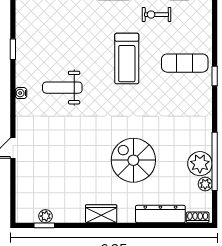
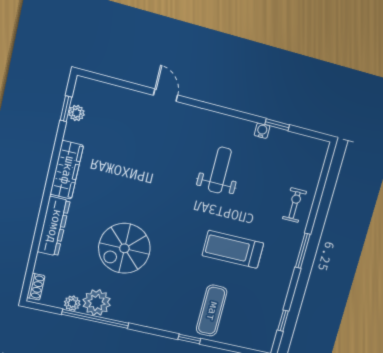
exercise bike: (156, 15) -> (294, 205), moved
water cooler: (21, 93) -> (262, 131), moved
spiral stairs: (133, 160) -> (124, 248), moved, turned 180
wardrobe: (101, 214) -> (67, 170), width x1.50
dresser: (160, 214) -> (54, 226), moved

